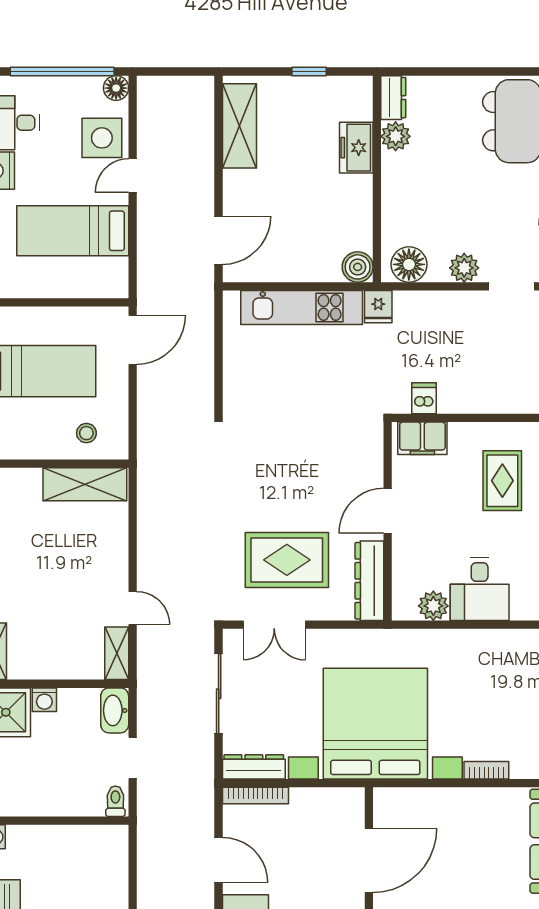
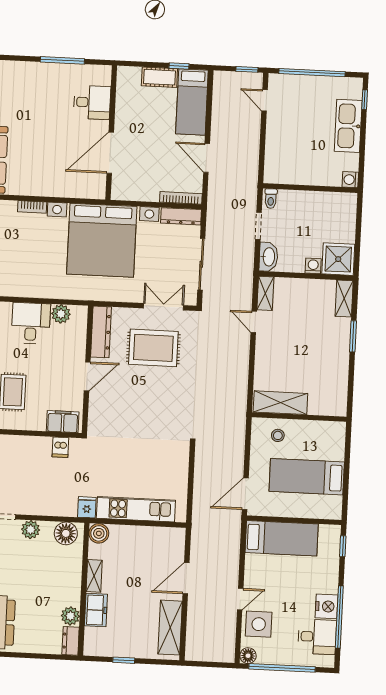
shelving: (362, 200) -> (94, 576), added
bed: (73, 231) -> (282, 538), moved
door: (219, 240) -> (186, 578), moved

